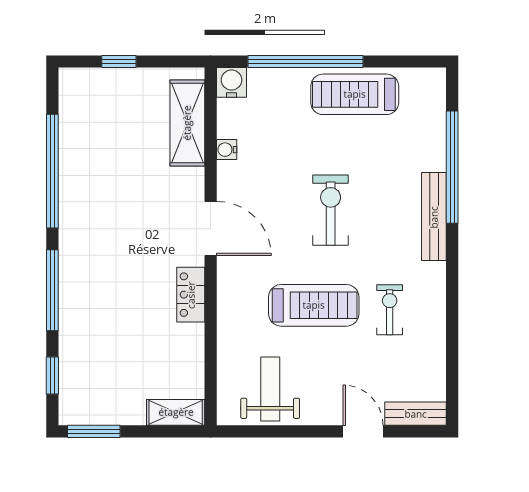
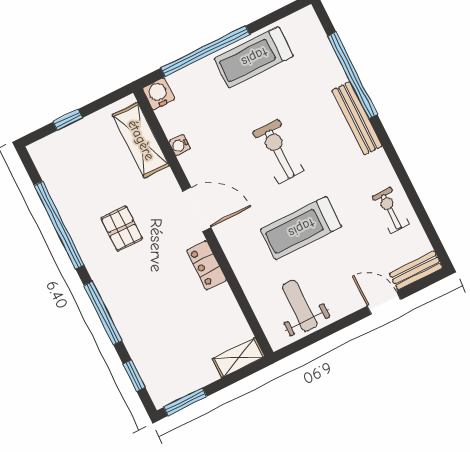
pallet: (119, 209) -> (122, 228), added
treadmill: (314, 305) -> (301, 228), turned 180
exercise bike: (390, 310) -> (390, 210), moved

